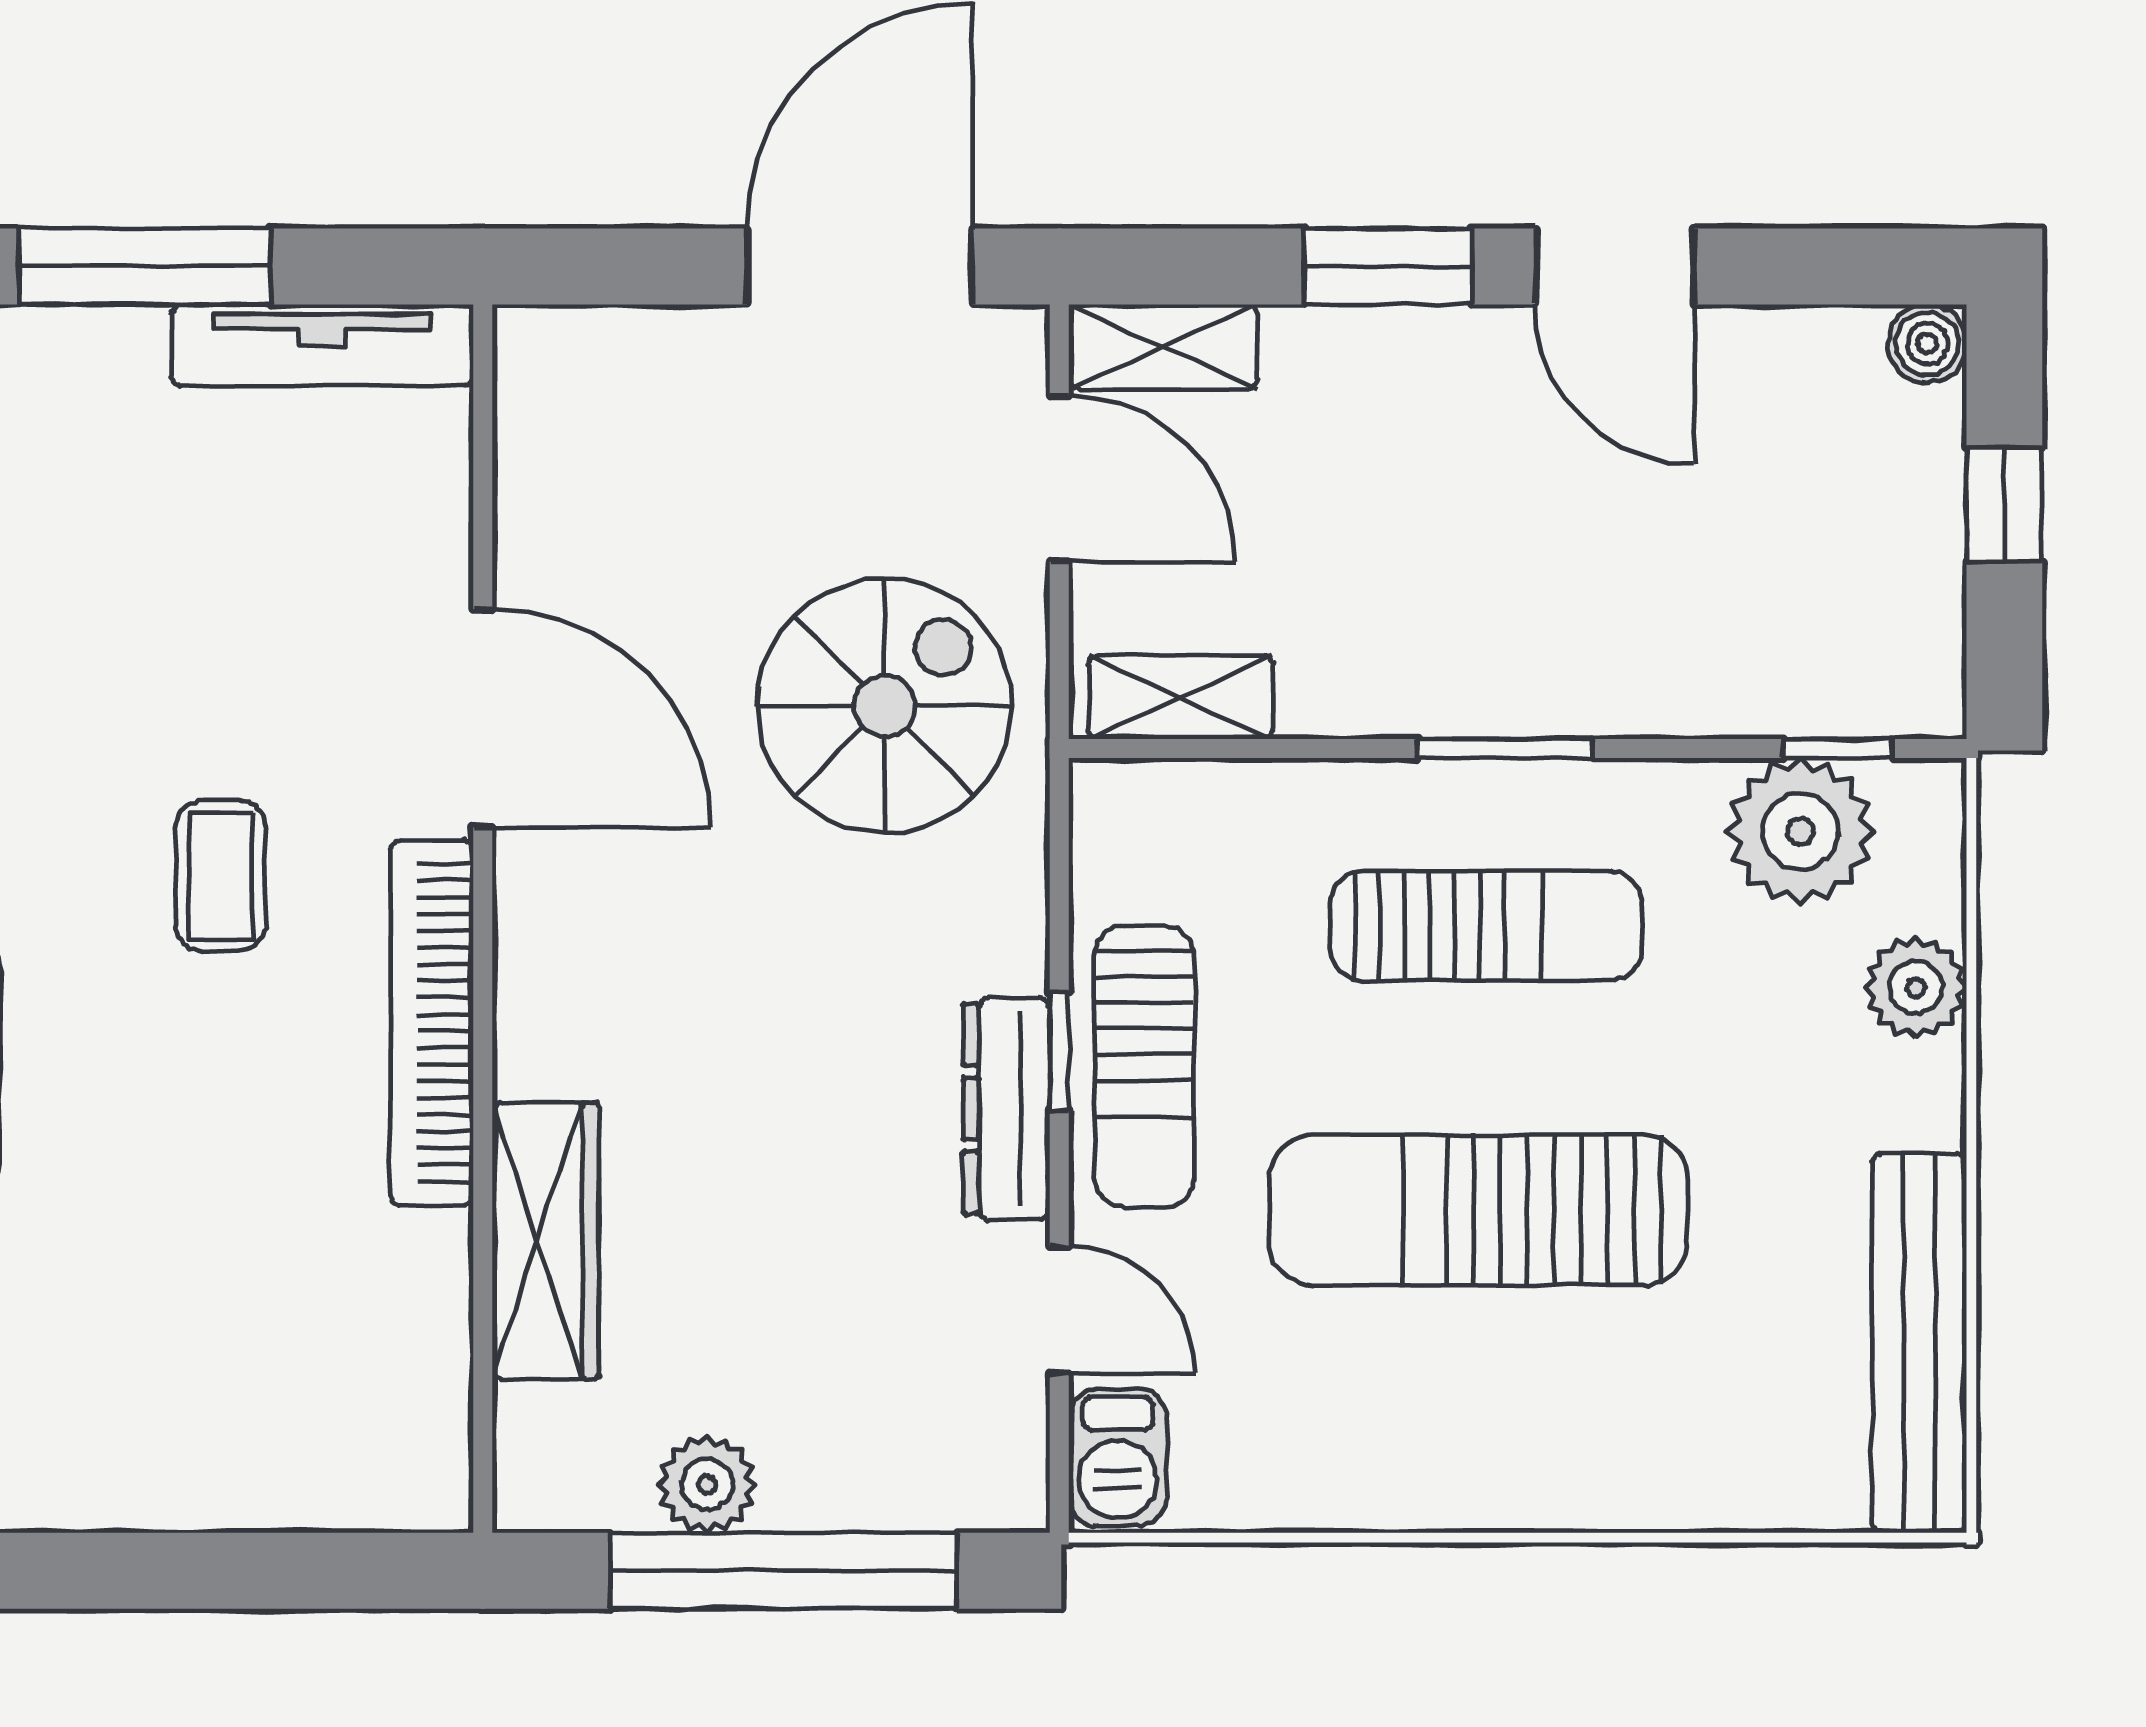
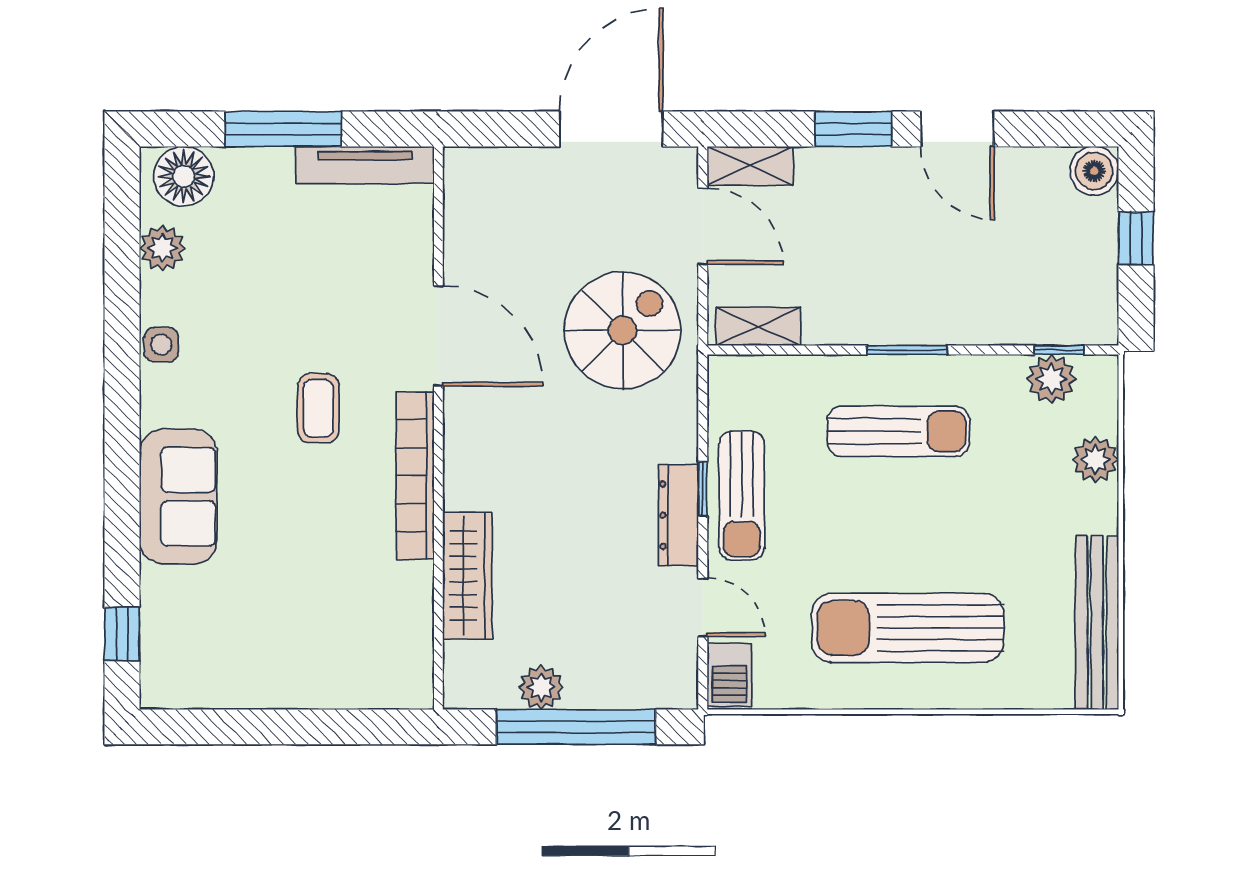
boiler: (1927, 344) -> (1094, 171), width x1.36, depth x1.36
plant: (1800, 831) -> (1051, 379), width x0.73, depth x0.73
sun lounger: (1478, 1210) -> (908, 628), moved

